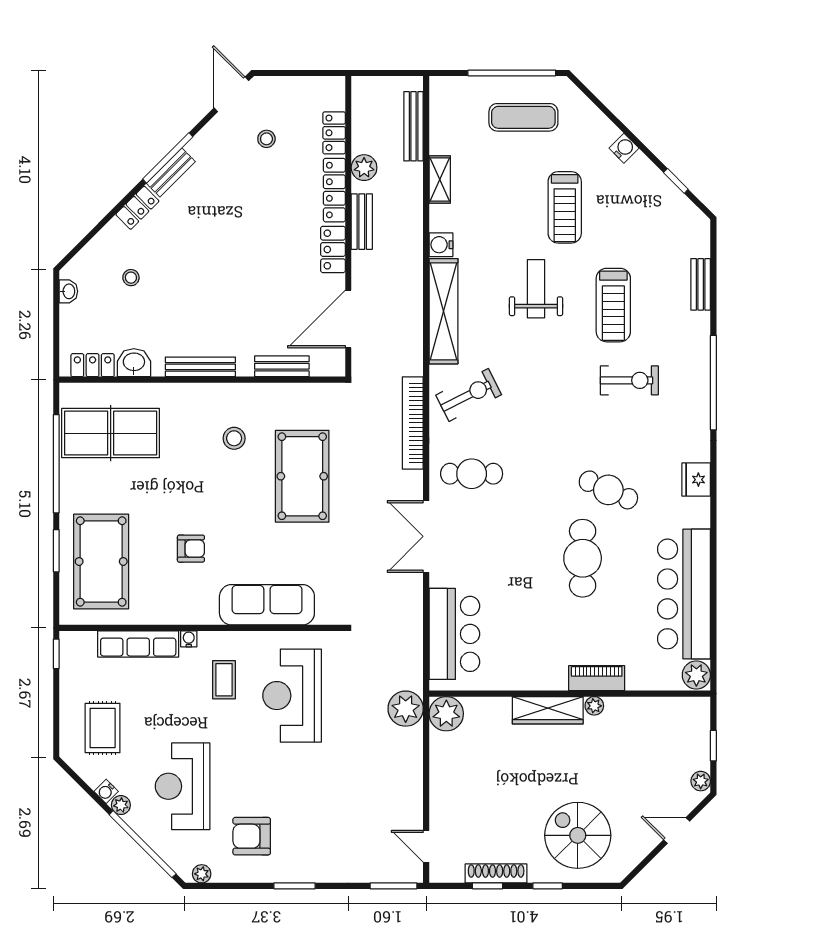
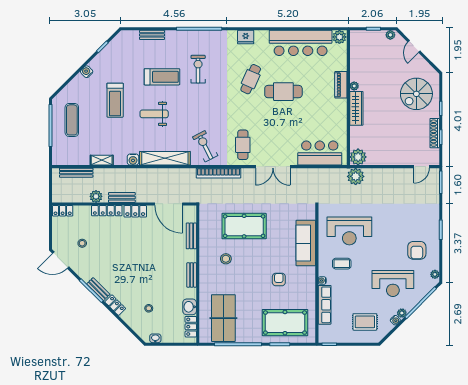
locker: (334, 133) -> (63, 211), moved
treadmill: (565, 207) -> (115, 100), turned 90
bench: (200, 367) -> (192, 275), width x0.73

